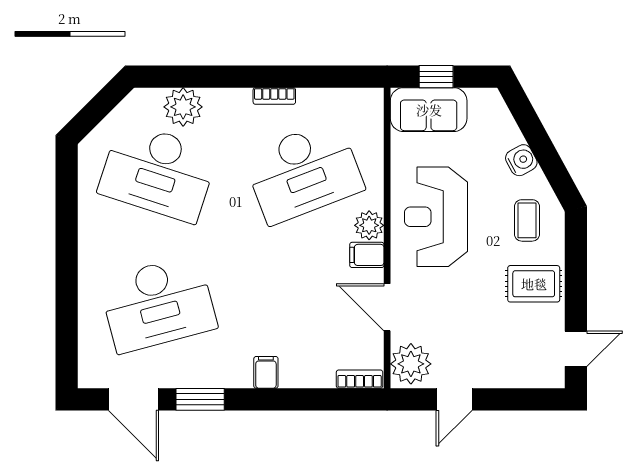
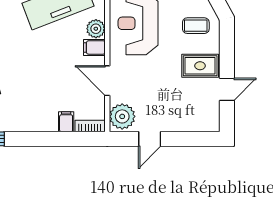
coffee table: (527, 220) -> (196, 26), turned 90
door: (576, 349) -> (227, 89), moved
filing cabinet: (266, 372) -> (66, 122), moved

